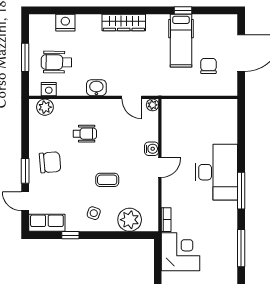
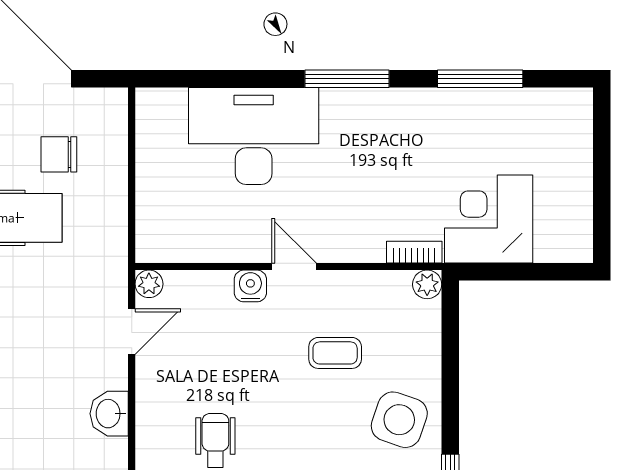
desk: (216, 172) -> (254, 136), moved
coffee table: (107, 180) -> (335, 353), moved, turned 90
side table: (94, 213) -> (399, 420), width x1.87, depth x1.87
plant: (130, 220) -> (427, 284), moved, width x0.53, depth x0.53

